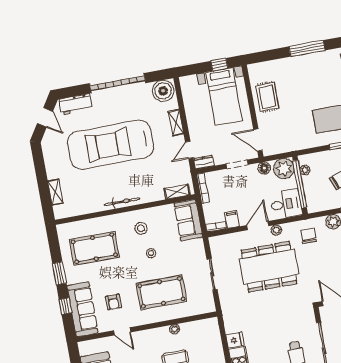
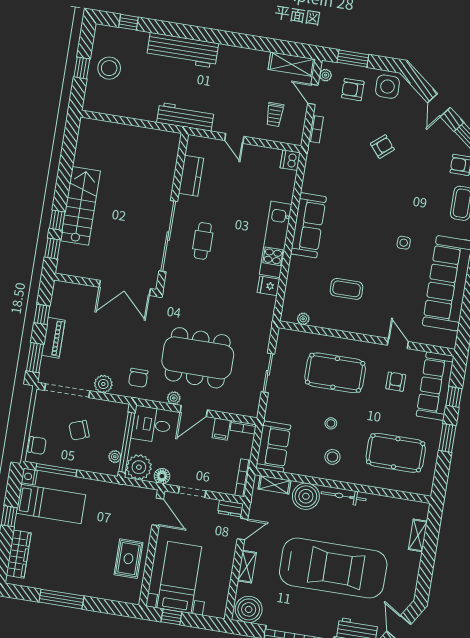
boiler: (150, 191) -> (306, 496), added
plant: (175, 329) -> (303, 319), moved

